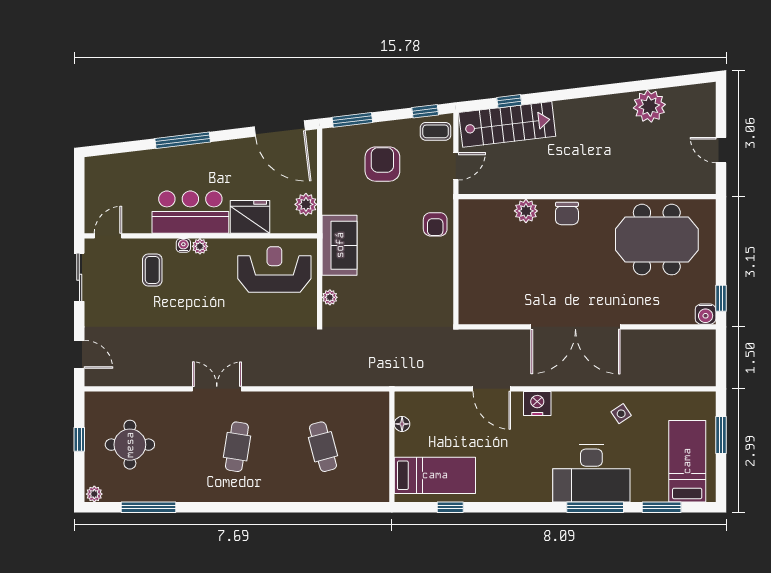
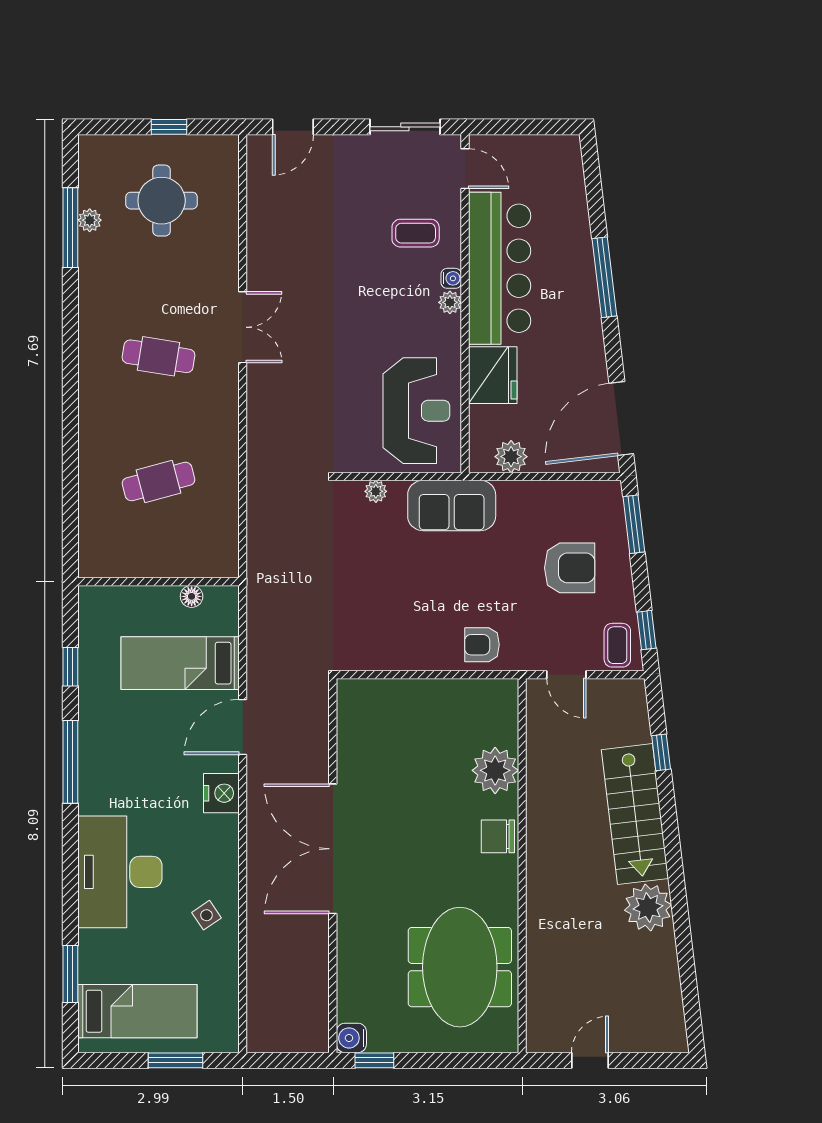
plant: (649, 106) -> (648, 907), moved
stairs: (507, 124) -> (635, 814), moved
plant: (526, 211) -> (495, 770), width x1.36, depth x1.36
bar counter: (190, 212) -> (500, 268), width x1.36
bed: (435, 475) -> (180, 663), moved, turned 90
plant: (94, 494) -> (90, 220), moved
window: (595, 507) -> (70, 762), moved

